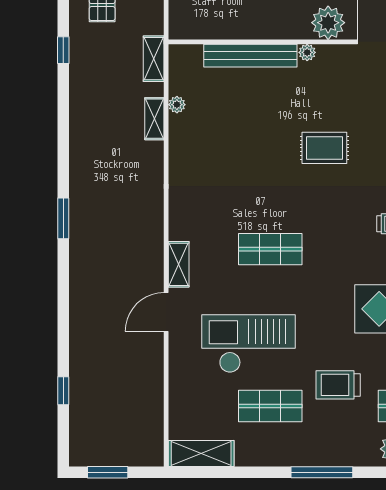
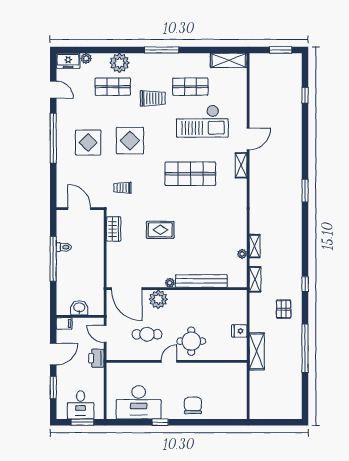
shop shelf: (270, 249) -> (190, 174), width x1.43, depth x1.36

